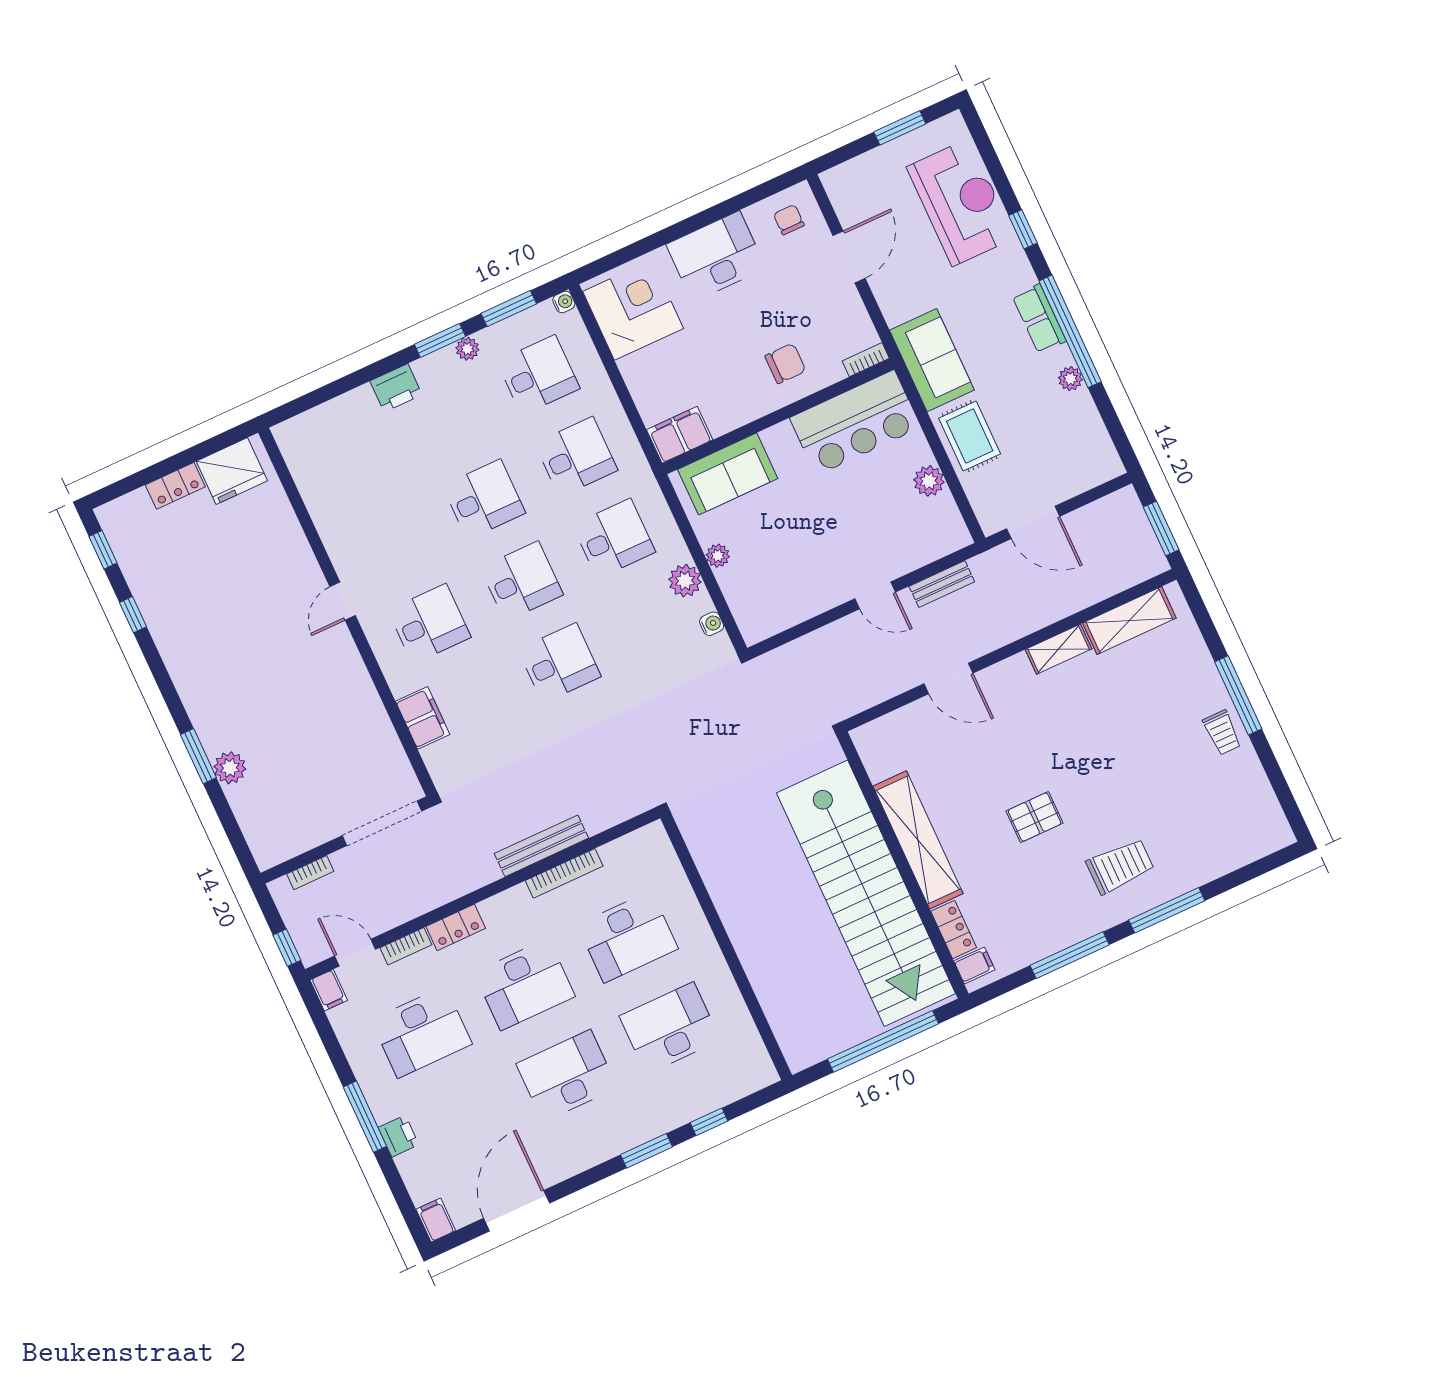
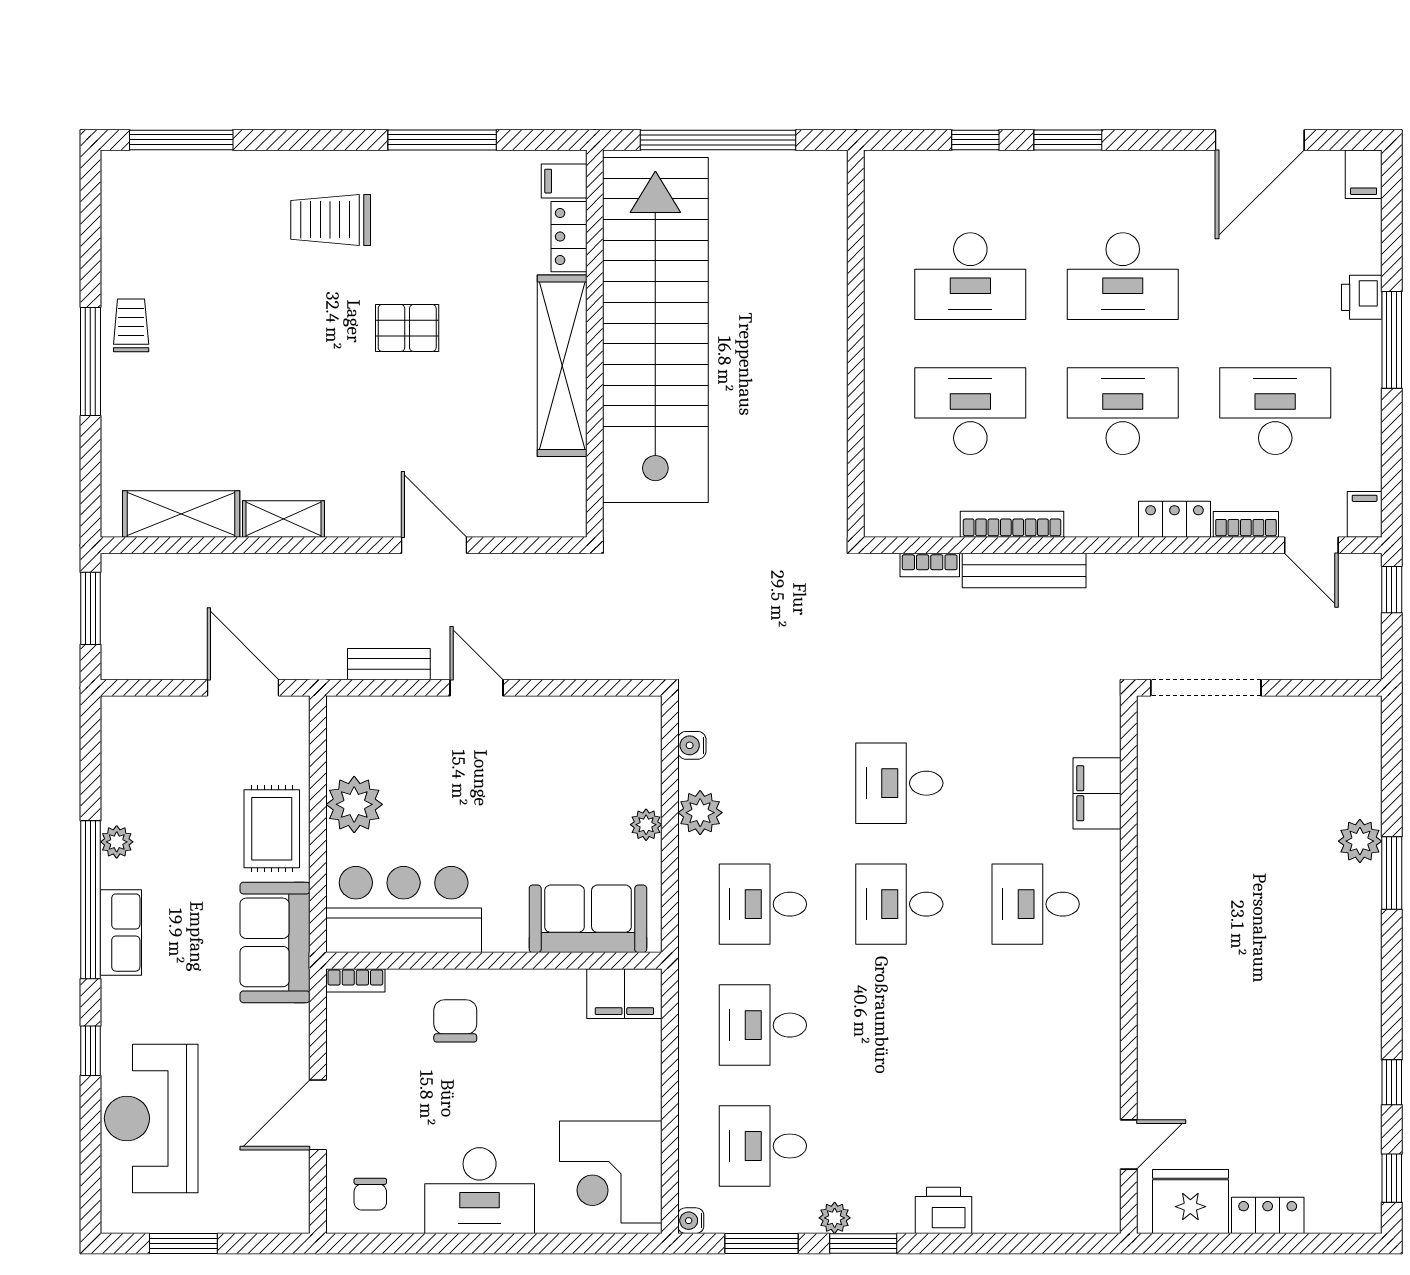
chair: (785, 363) -> (455, 1021), turned 90
plant: (929, 481) -> (354, 804), width x1.36, depth x1.36
desk: (484, 499) -> (899, 1025), removed
door: (343, 601) -> (1129, 1144), moved
bookcase: (310, 873) -> (930, 565), moved, turned 180
window: (1167, 910) -> (181, 140), moved

